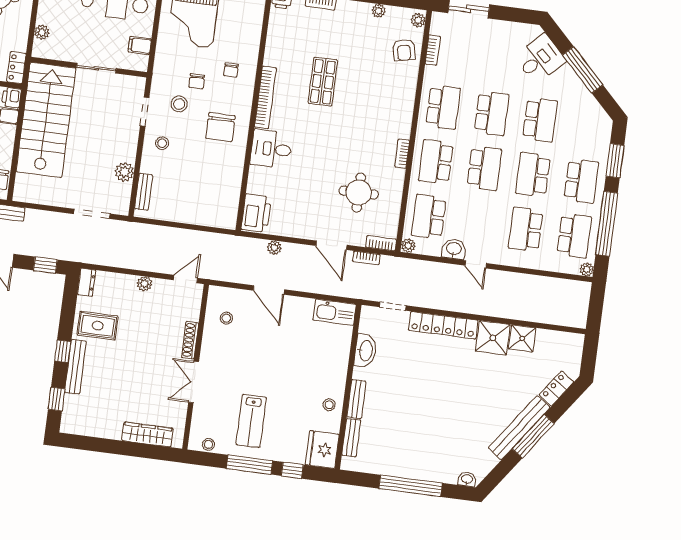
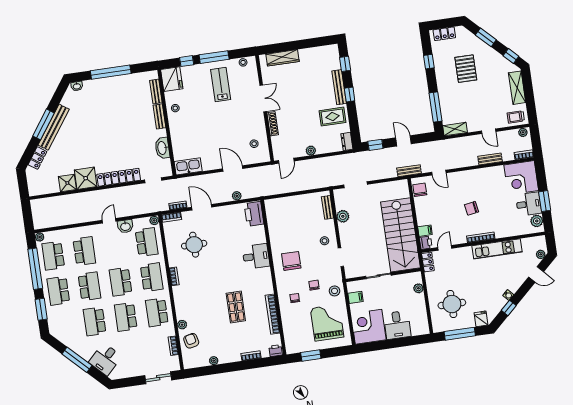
plant: (418, 20) -> (182, 325), moved
bookcase: (265, 97) -> (272, 314), moved
stool: (179, 104) -> (335, 291), moved
door: (476, 264) -> (109, 221), hinge flipped

